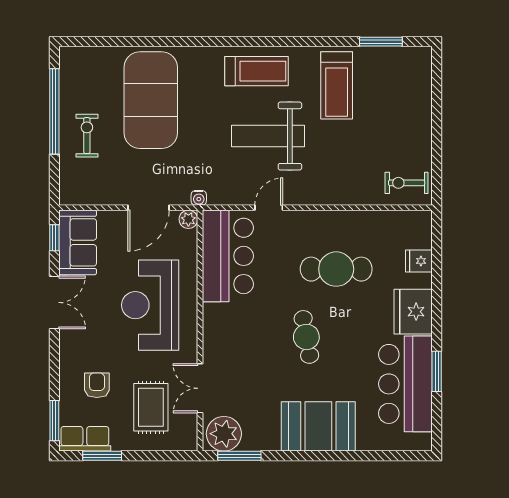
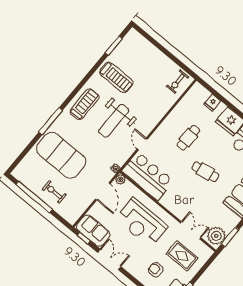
window: (189, 42) -> (51, 121), added
cafe table: (336, 269) -> (188, 138), width x0.73, depth x0.74
double door: (200, 388) -> (191, 230), swing flipped

